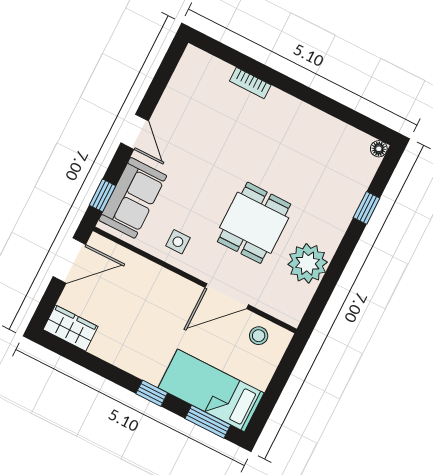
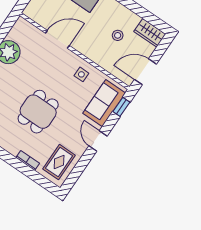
rug: (196, 87) -> (59, 162), added
dining table: (254, 223) -> (38, 112), moved
stool: (259, 336) -> (118, 35), moved

